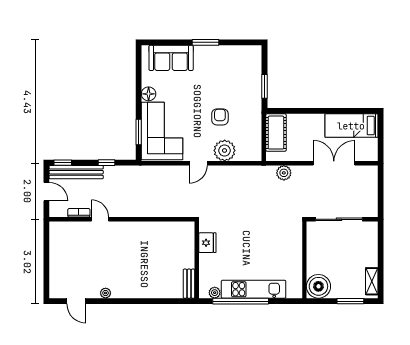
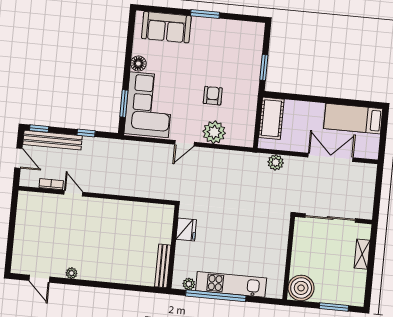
shelving: (372, 281) -> (362, 254), moved
bench: (189, 284) -> (163, 266), width x1.36

